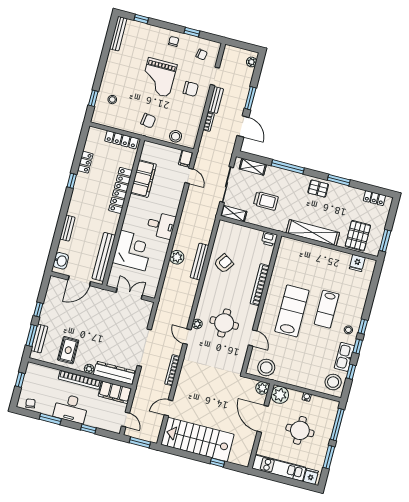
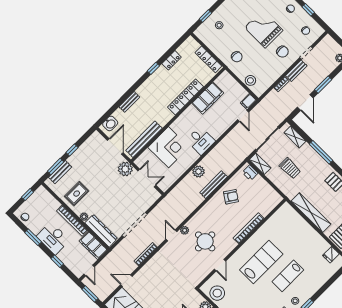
grand piano: (159, 77) -> (264, 29), turned 90
printer: (269, 239) -> (250, 173), moved
door: (79, 281) -> (115, 146), swing flipped
plant: (102, 297) -> (125, 169), added

